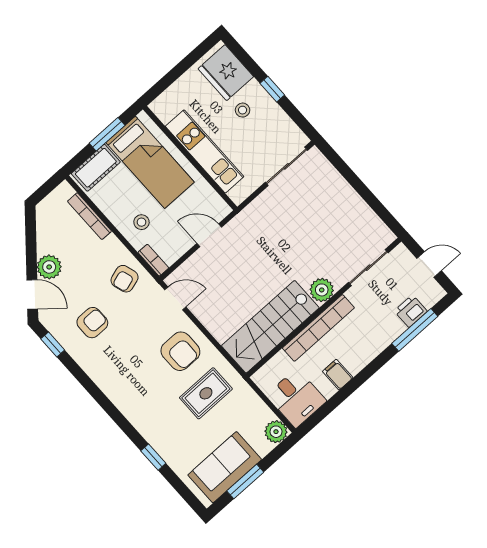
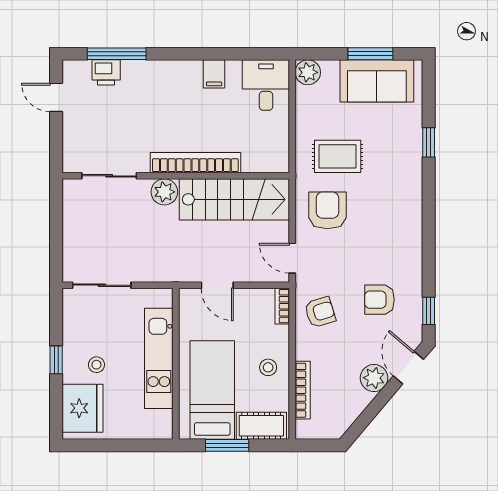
stool: (141, 222) -> (268, 367), moved
sliding door: (368, 268) -> (109, 176), moved
plant: (322, 290) -> (164, 192), moved
wall: (324, 307) -> (176, 176), moved
stairs: (270, 327) -> (234, 199), moved
bookcase: (318, 328) -> (195, 163), moved

